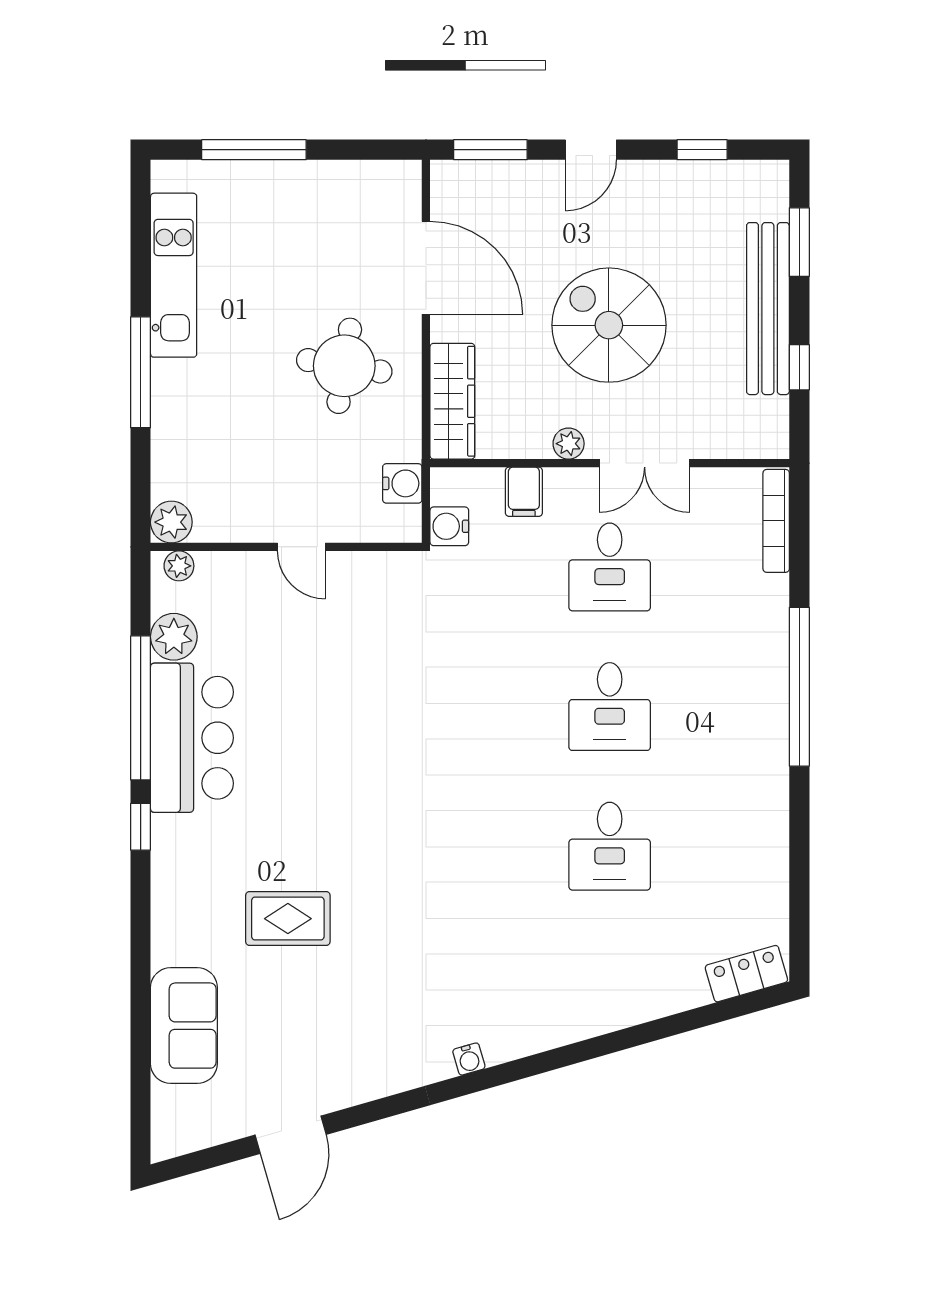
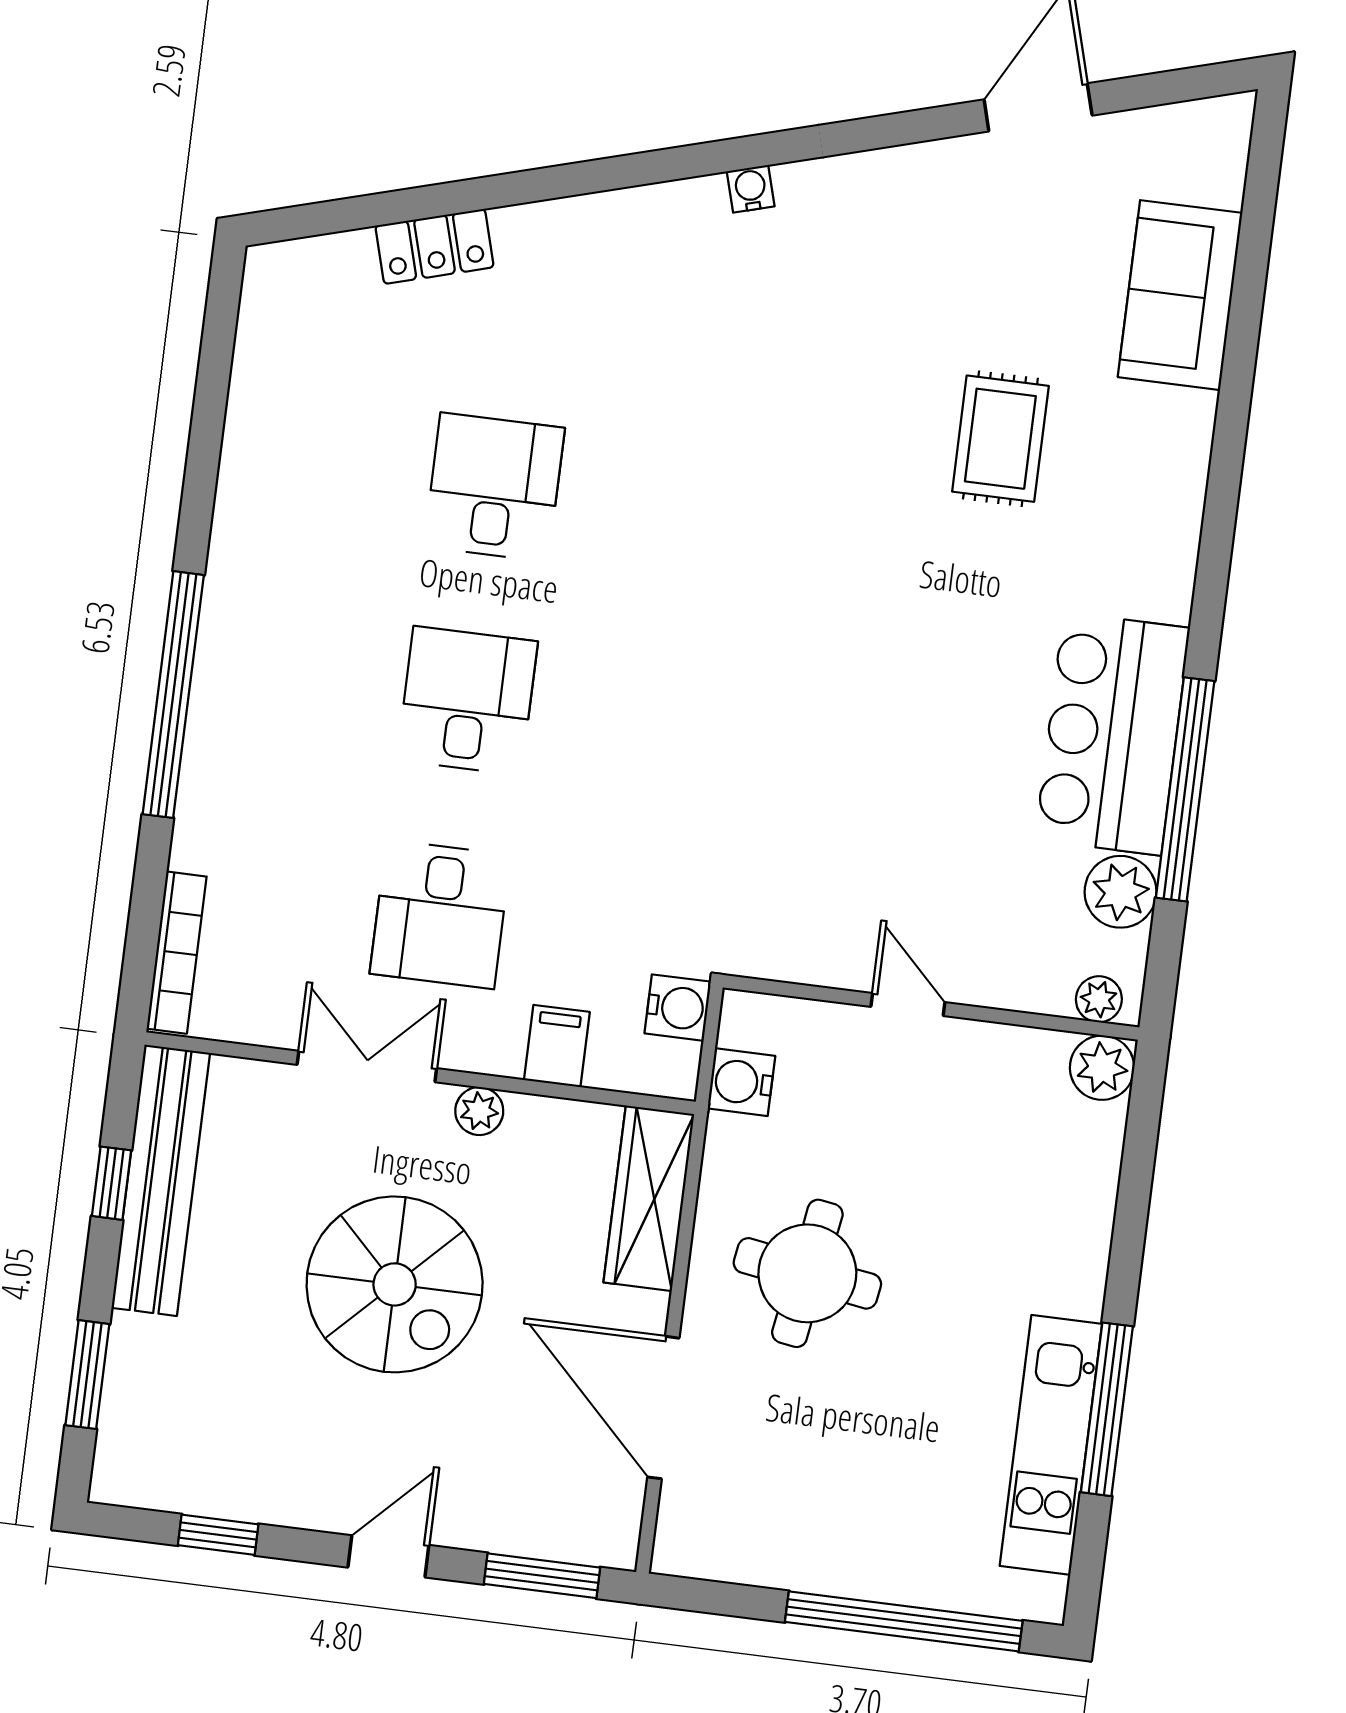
window: (254, 150) -> (904, 1621), width x1.46
bench: (768, 309) -> (161, 1180), moved
window: (141, 372) -> (1107, 1409), moved
desk: (610, 567) -> (440, 914), turned 180
window: (141, 827) -> (1208, 607), removed
rug: (288, 919) -> (1000, 439), turned 90
locker: (746, 974) -> (435, 246), moved

